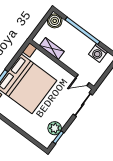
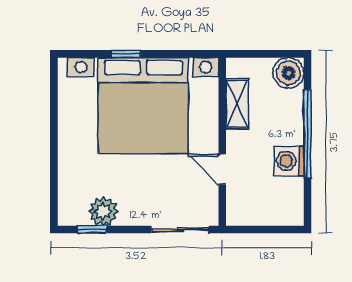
washing machine: (98, 53) -> (289, 161), moved
door: (83, 80) -> (222, 169), moved

